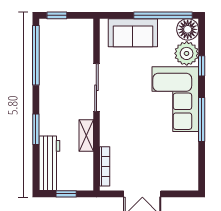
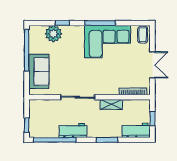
floor lamp: (188, 29) -> (36, 33), removed
workbench: (49, 81) -> (73, 130), added
corner sofa: (175, 99) -> (108, 42), moved
workbench: (49, 163) -> (136, 130), width x0.73
coffee table: (185, 180) -> (143, 35), added

